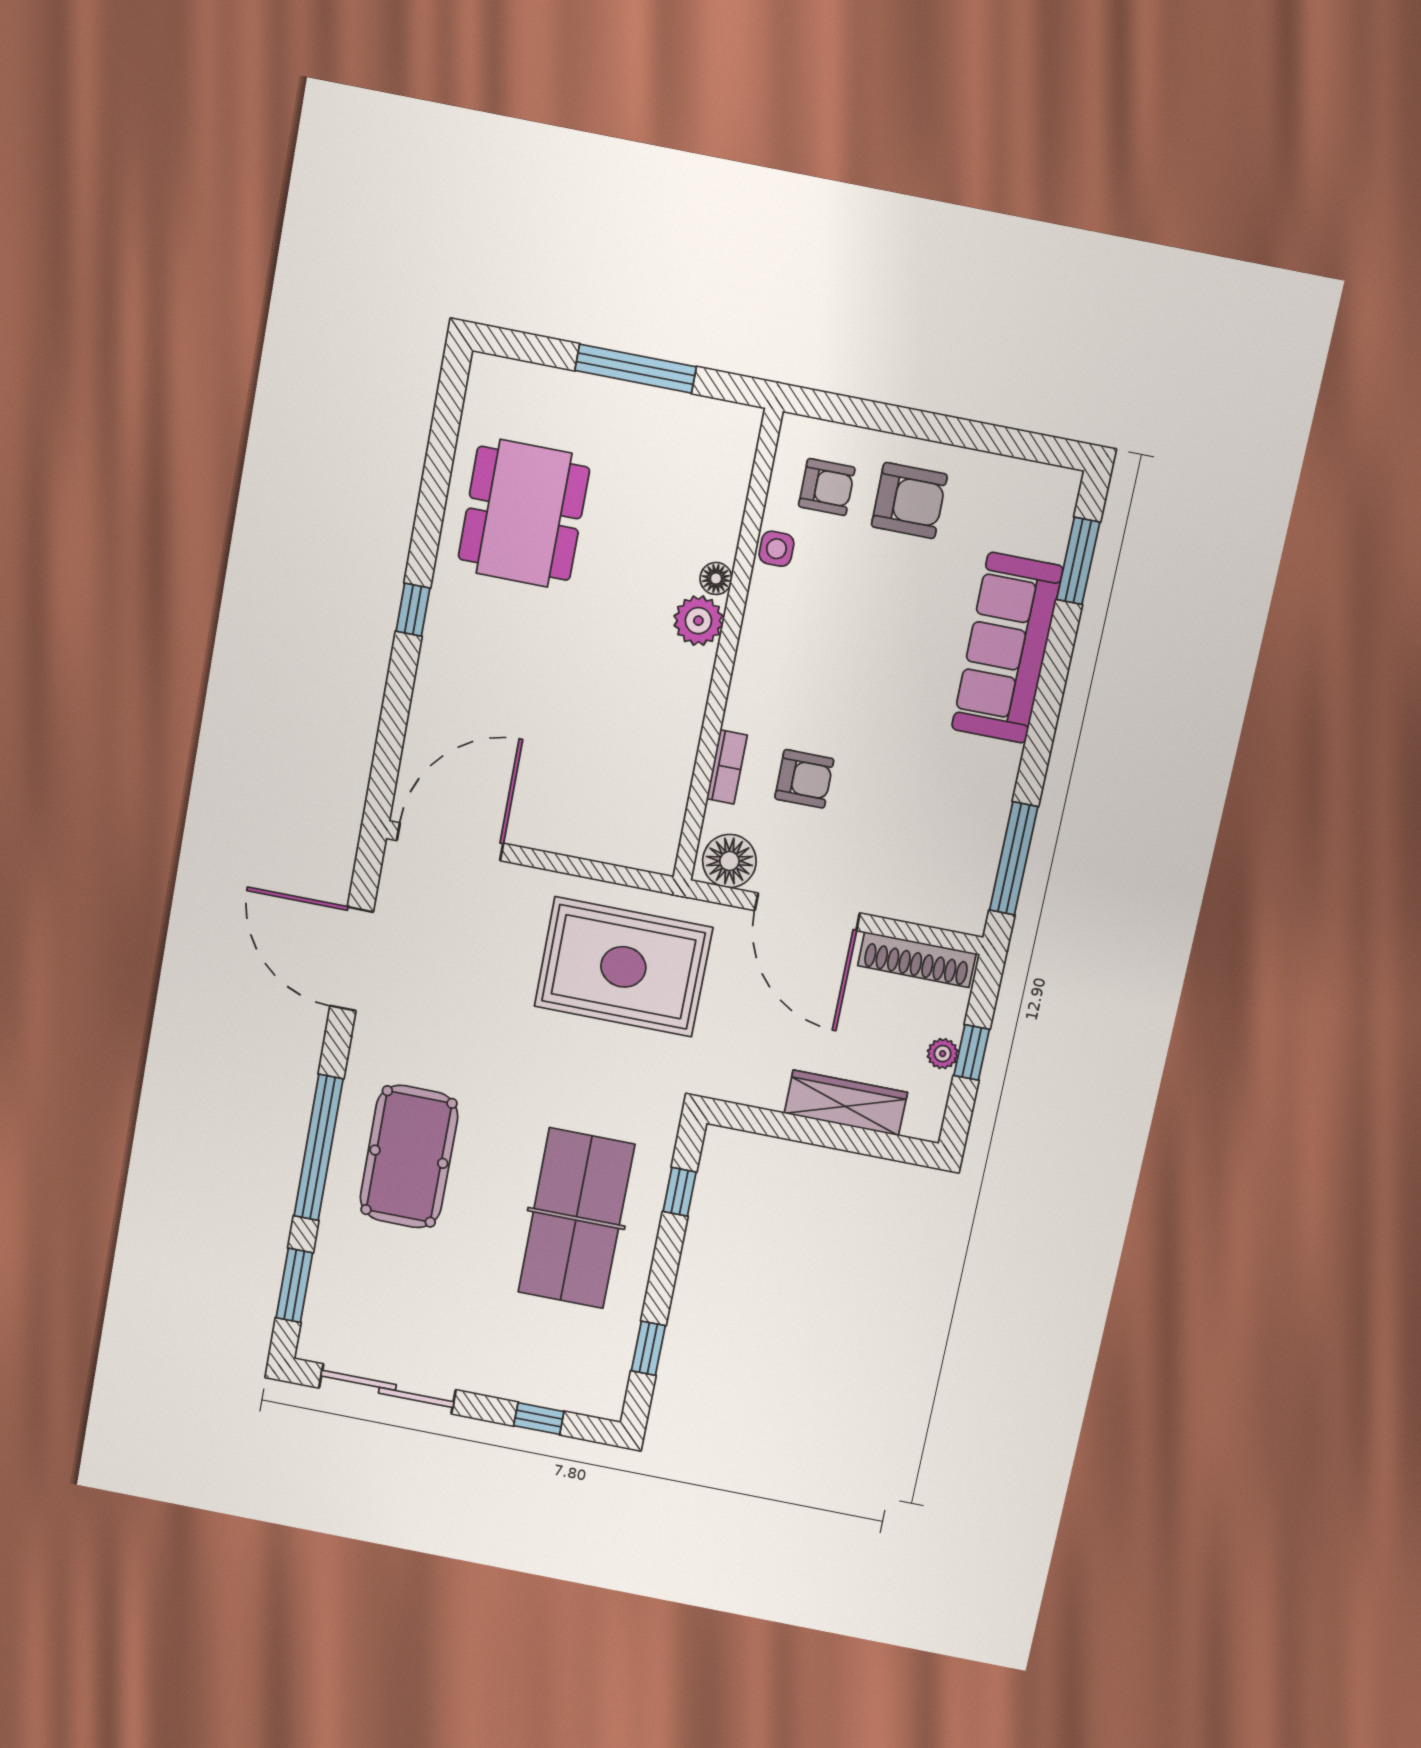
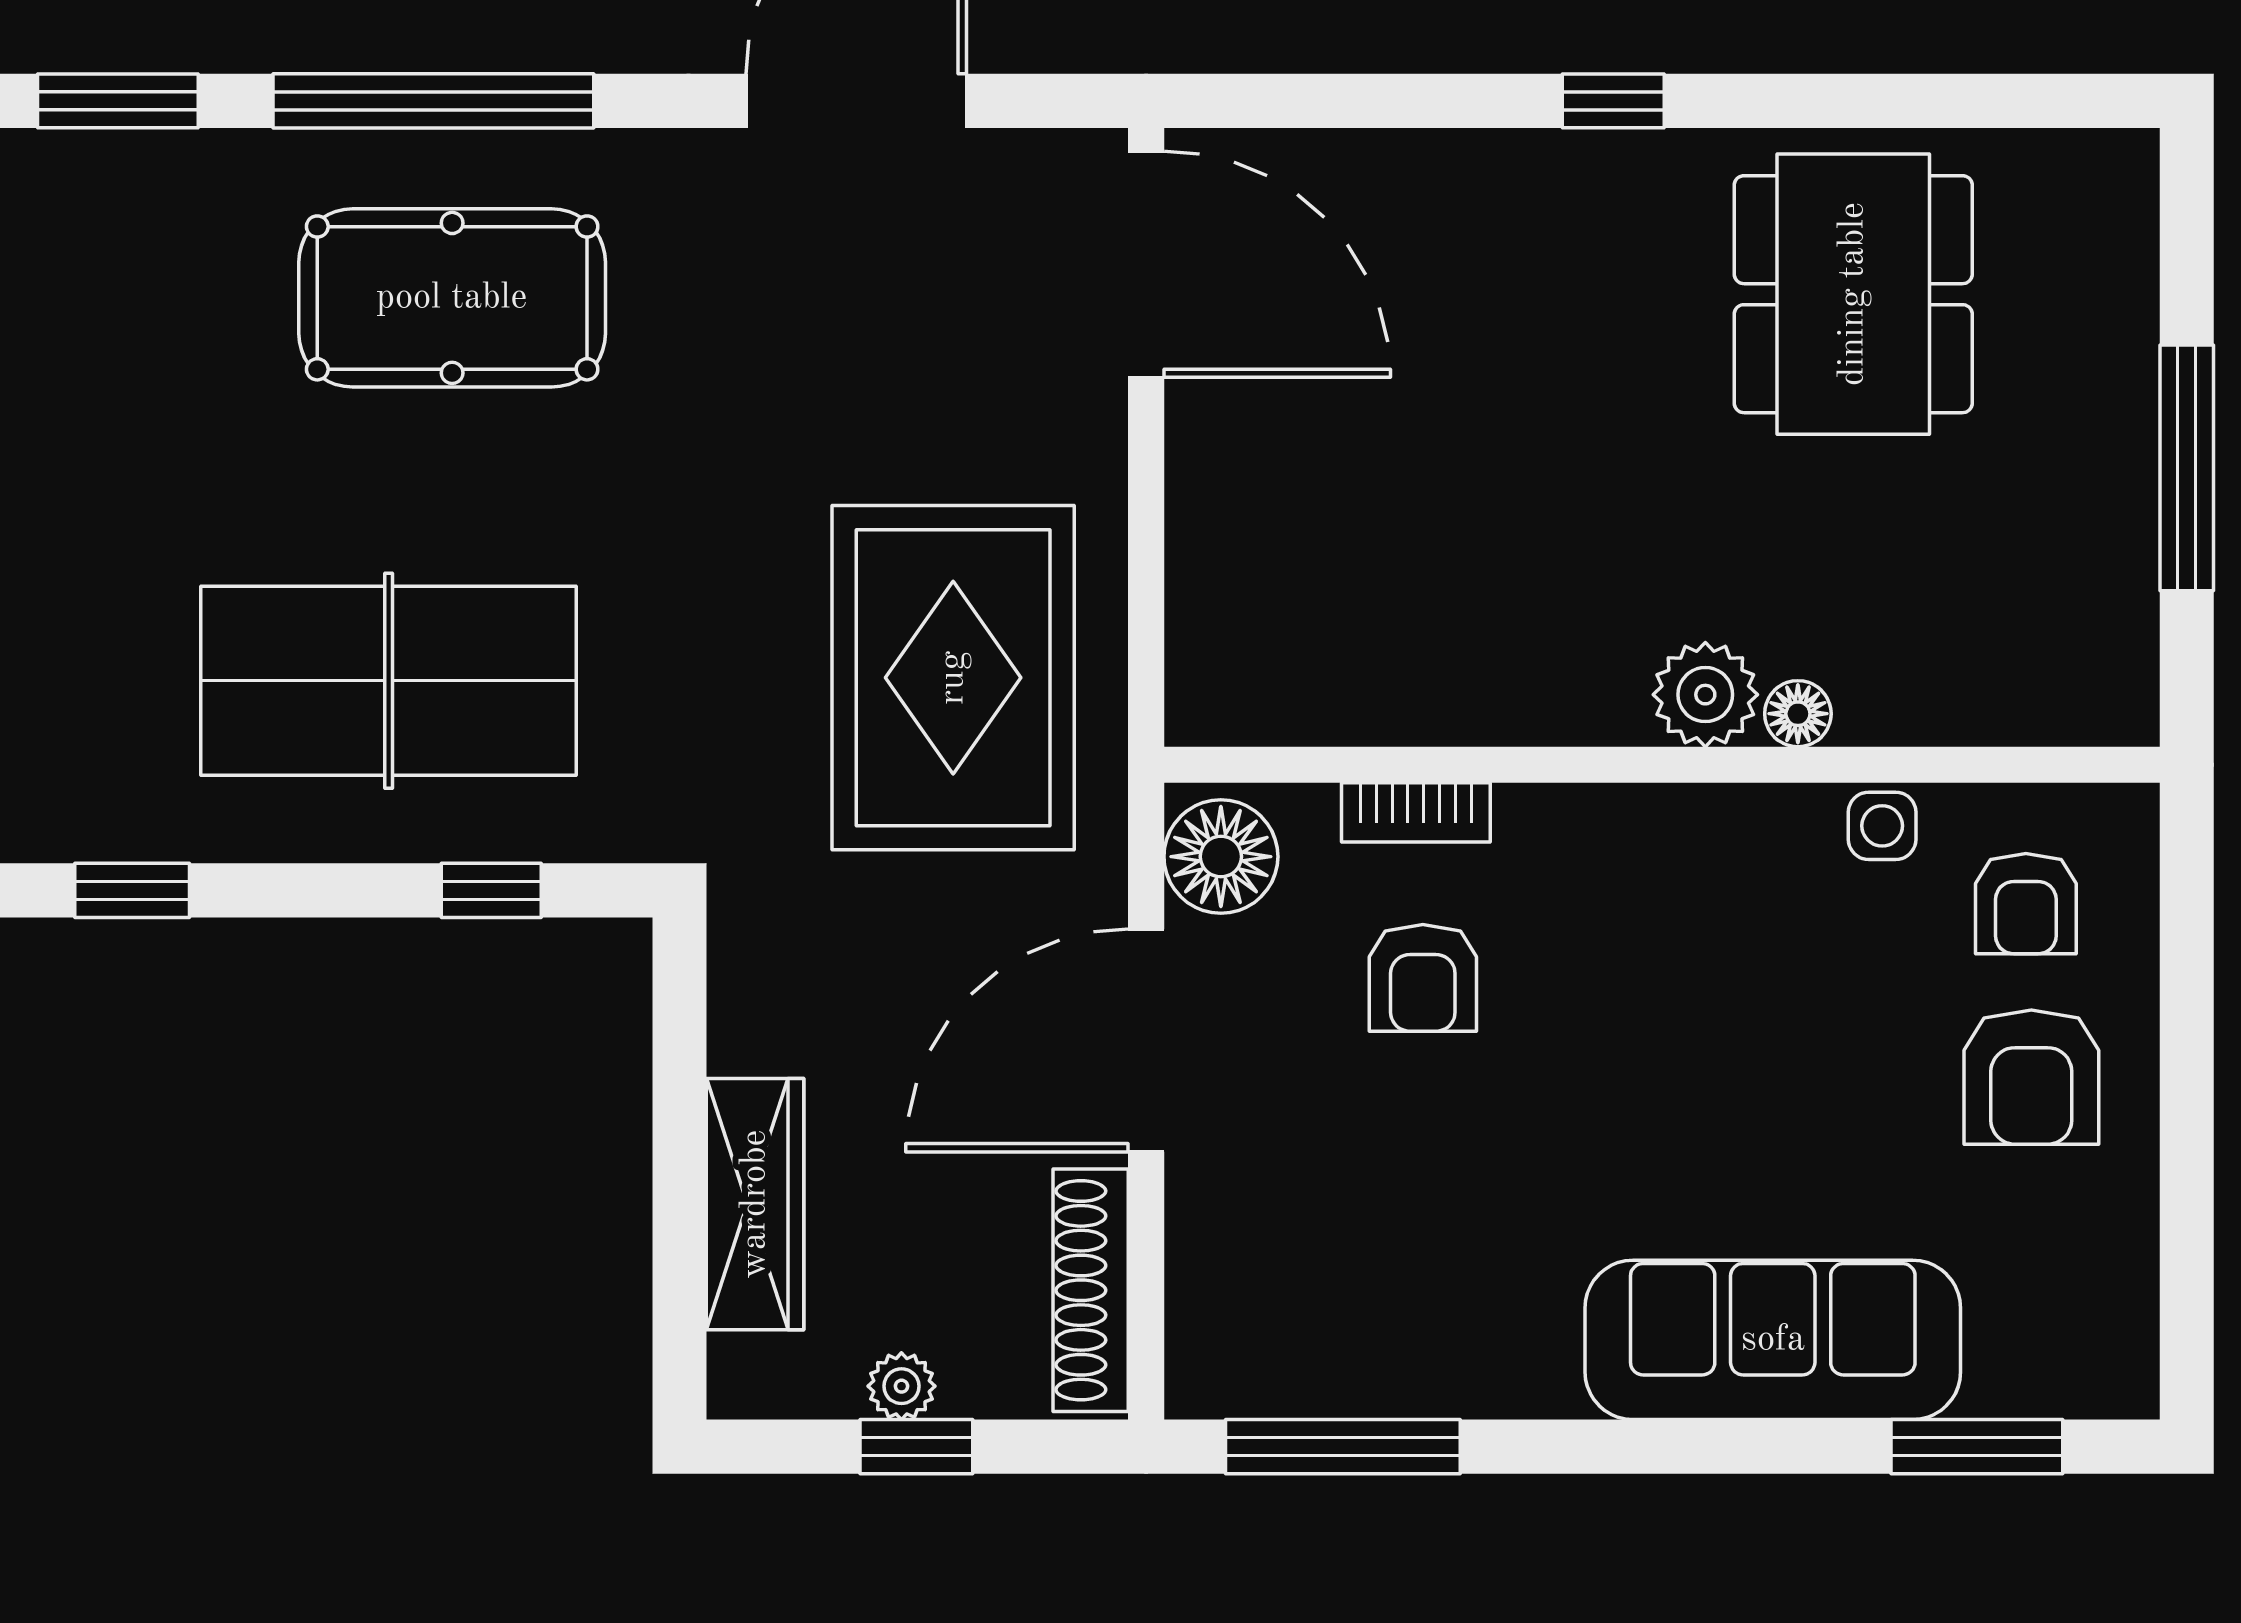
dining table: (524, 513) -> (1853, 294), turned 90

